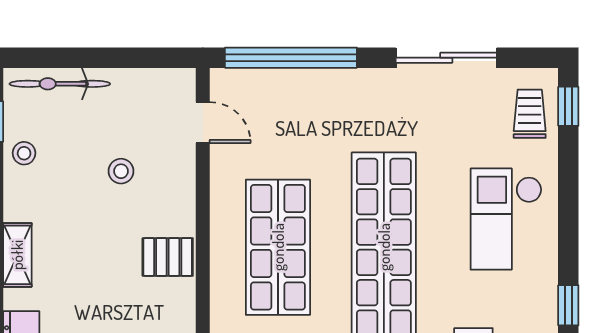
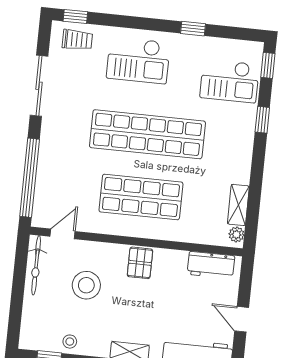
bicycle: (60, 84) -> (36, 265), moved
trolley: (530, 114) -> (77, 40), turned 180
stool: (121, 171) -> (86, 285), width x1.89, depth x1.89

